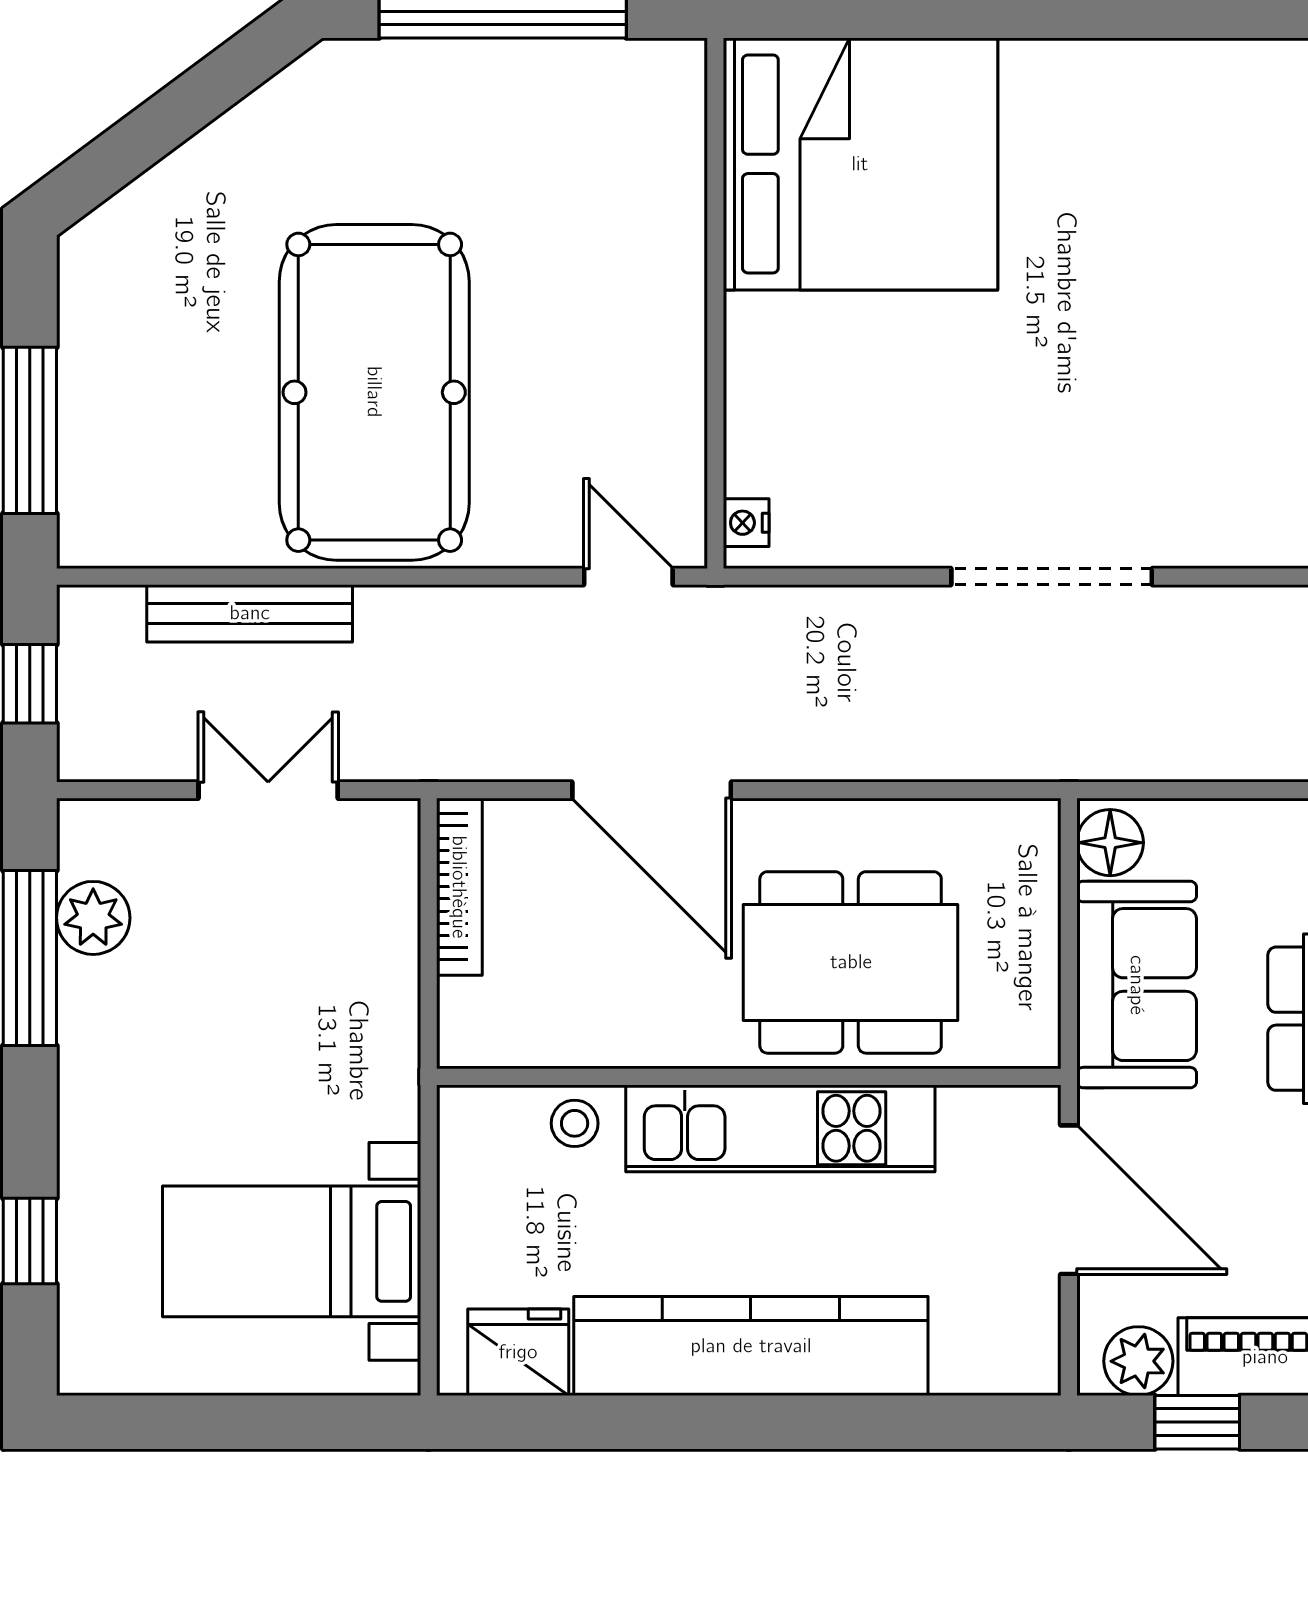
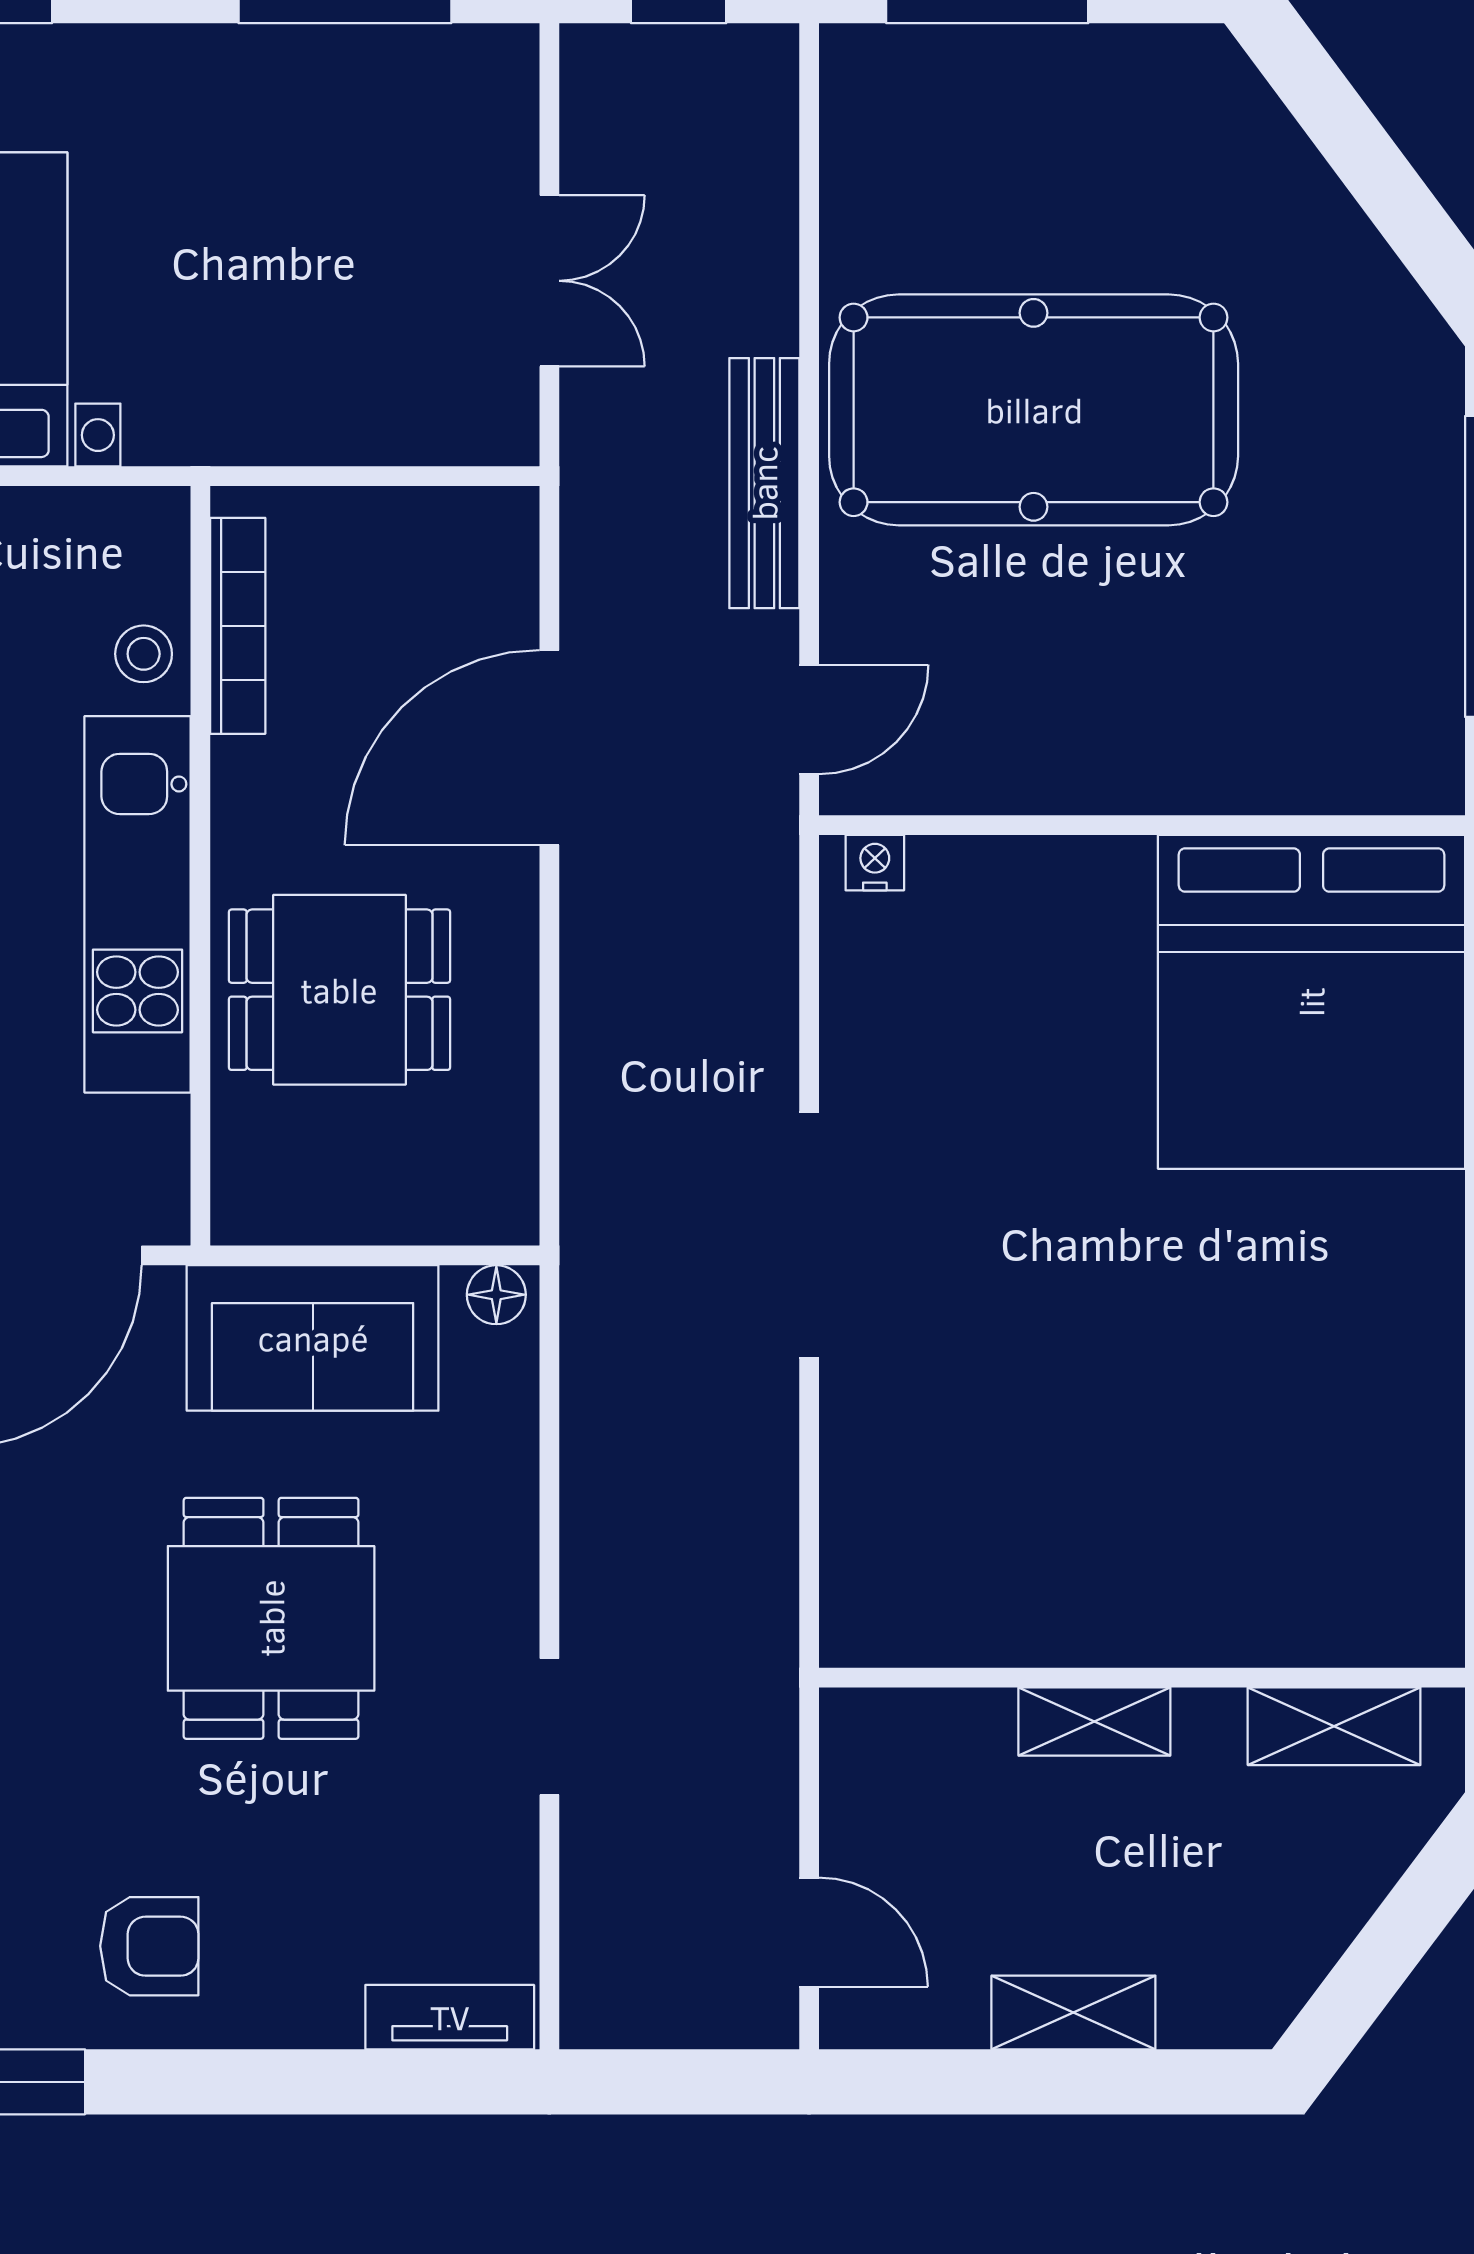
bench: (250, 613) -> (764, 483), moved
floor lamp: (1110, 843) -> (496, 1295), width x0.73, depth x0.73
bookcase: (459, 887) -> (238, 626), moved, turned -90
plant: (93, 918) -> (394, 68), removed
dining table: (851, 962) -> (339, 990), width x0.73

